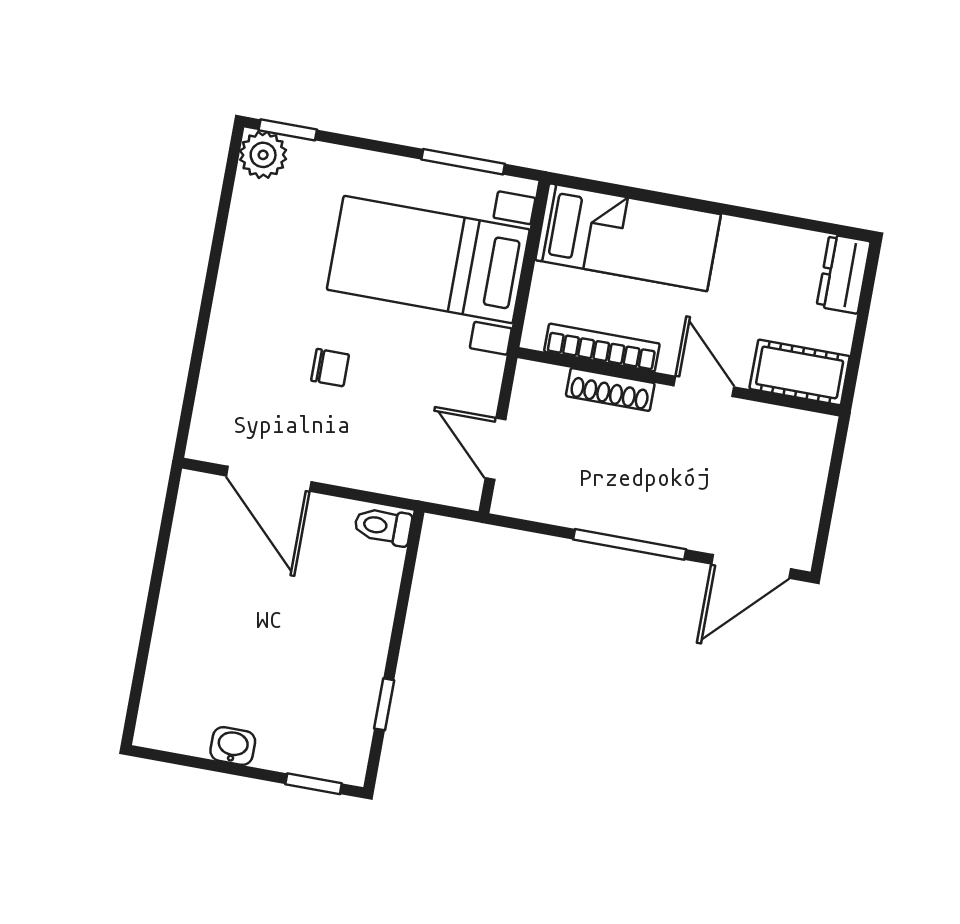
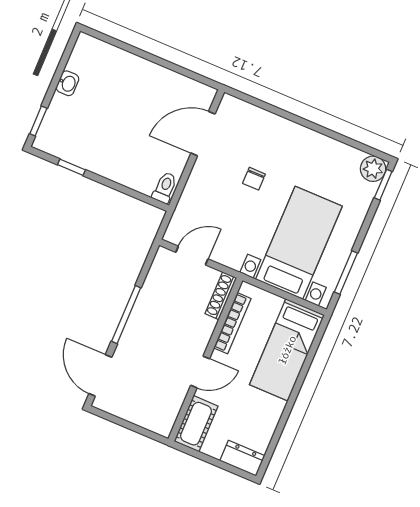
shoe rack: (610, 390) -> (221, 296), moved

